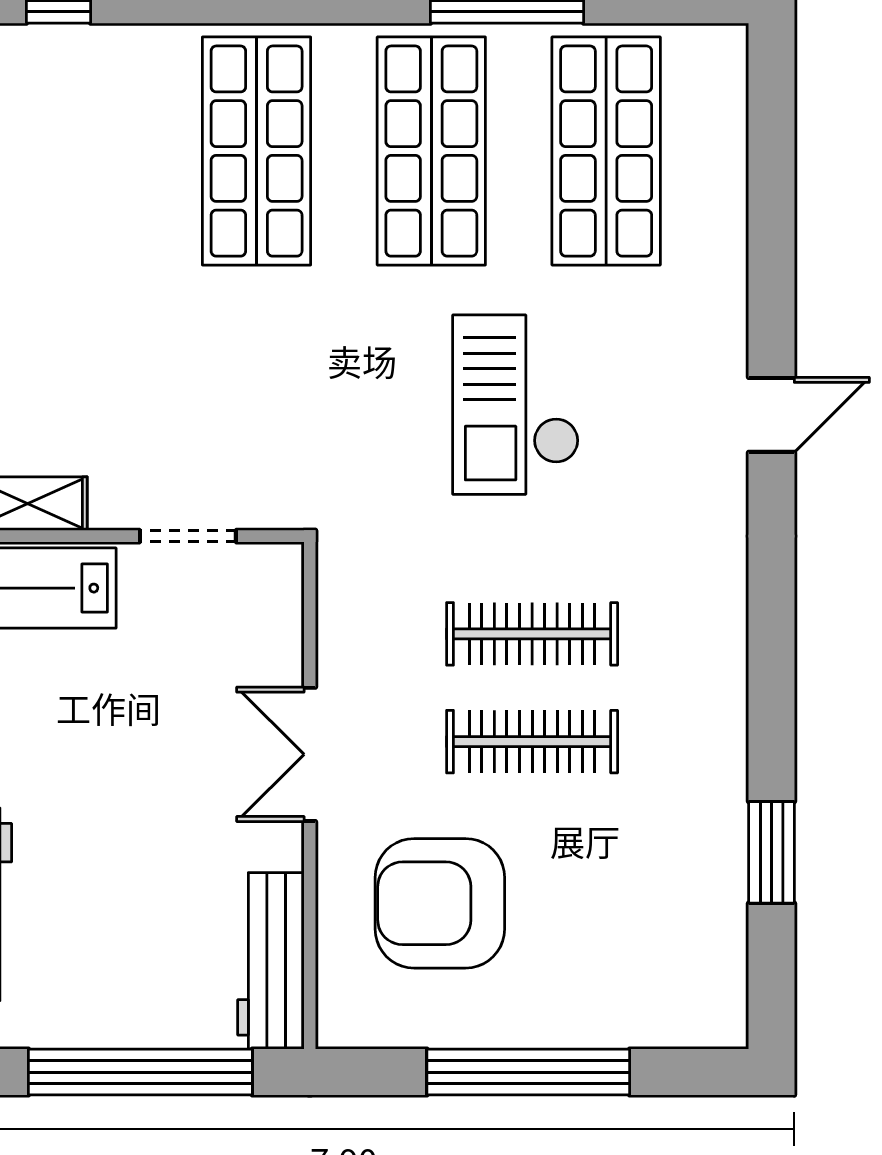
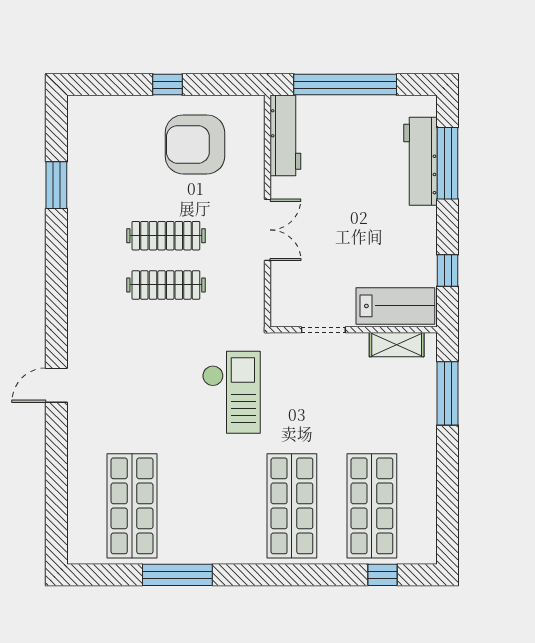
shop shelf: (431, 151) -> (372, 506), moved
checkout: (516, 405) -> (231, 392), moved
armchair: (440, 903) -> (195, 144), moved, turned 180
window: (528, 1072) -> (168, 85), width x0.32

